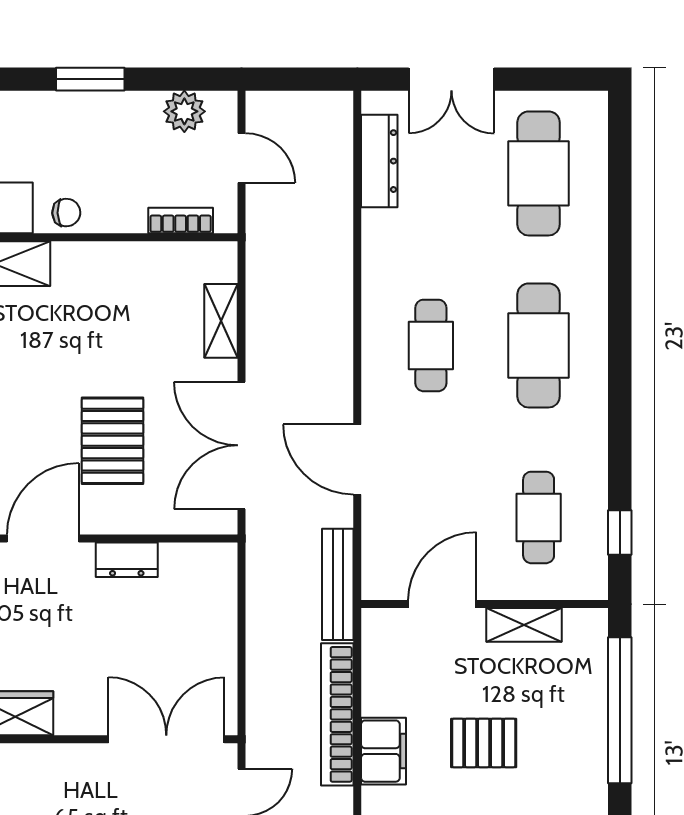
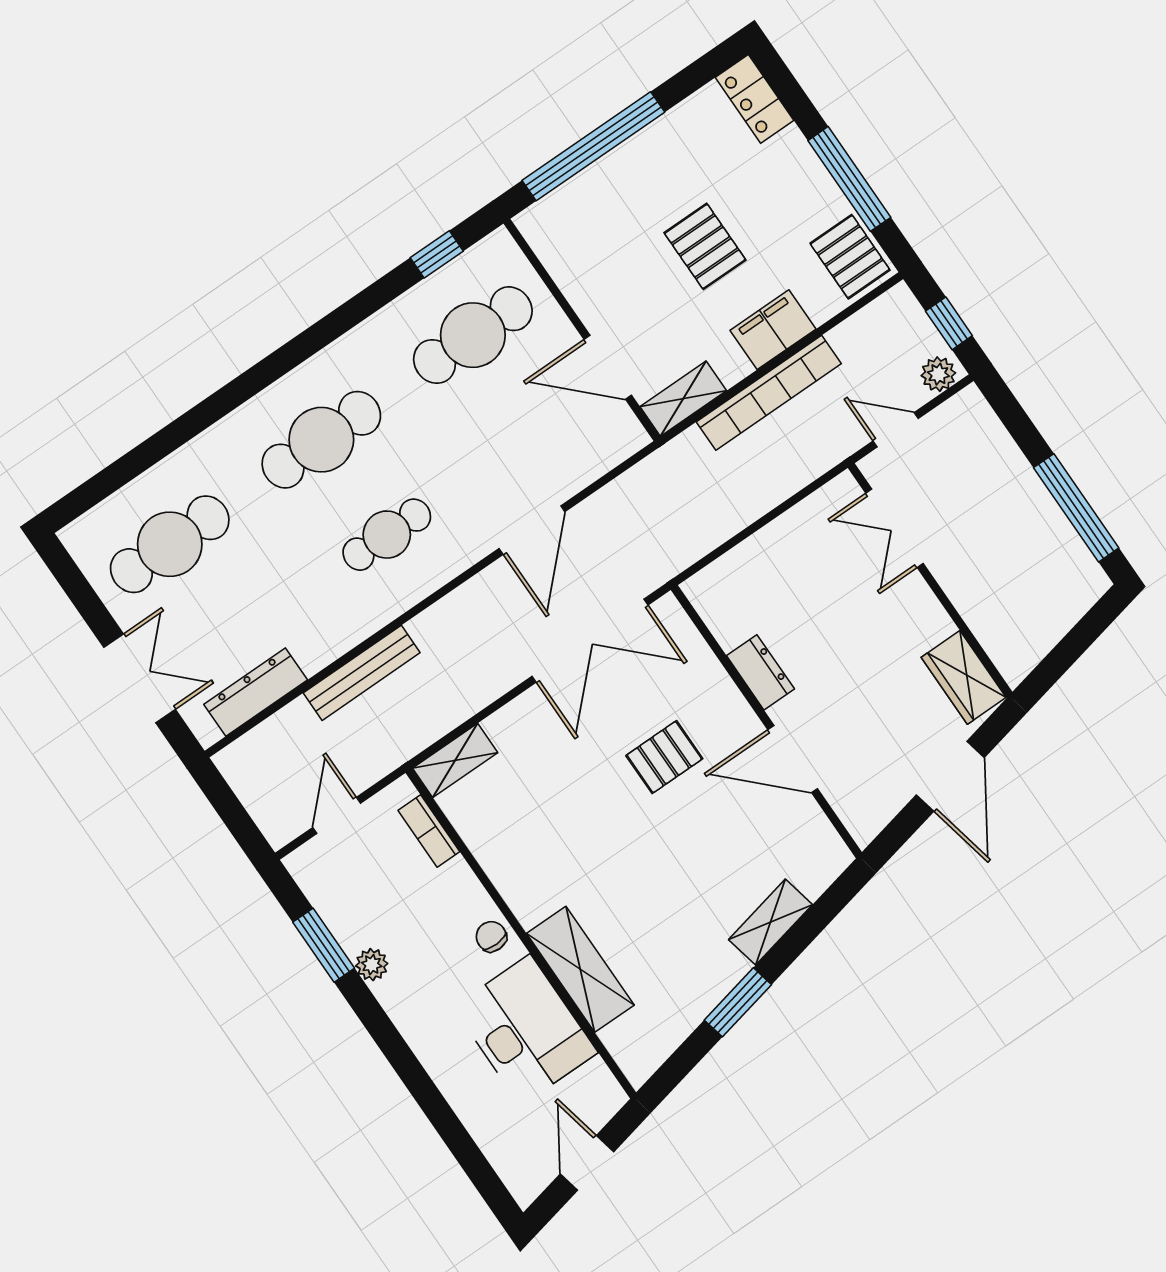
window: (90, 79) -> (324, 945), moved
plant: (184, 111) -> (372, 965), moved, width x0.73, depth x0.73
shelving: (221, 321) -> (455, 760), moved
pallet: (113, 441) -> (664, 757), width x0.67, depth x0.71
cafe table: (539, 517) -> (473, 335), width x1.37, depth x1.35
bench: (338, 584) -> (362, 673), moved
shelving: (524, 625) -> (683, 399), moved, turned 90
double door: (166, 739) -> (894, 528), width x0.73

